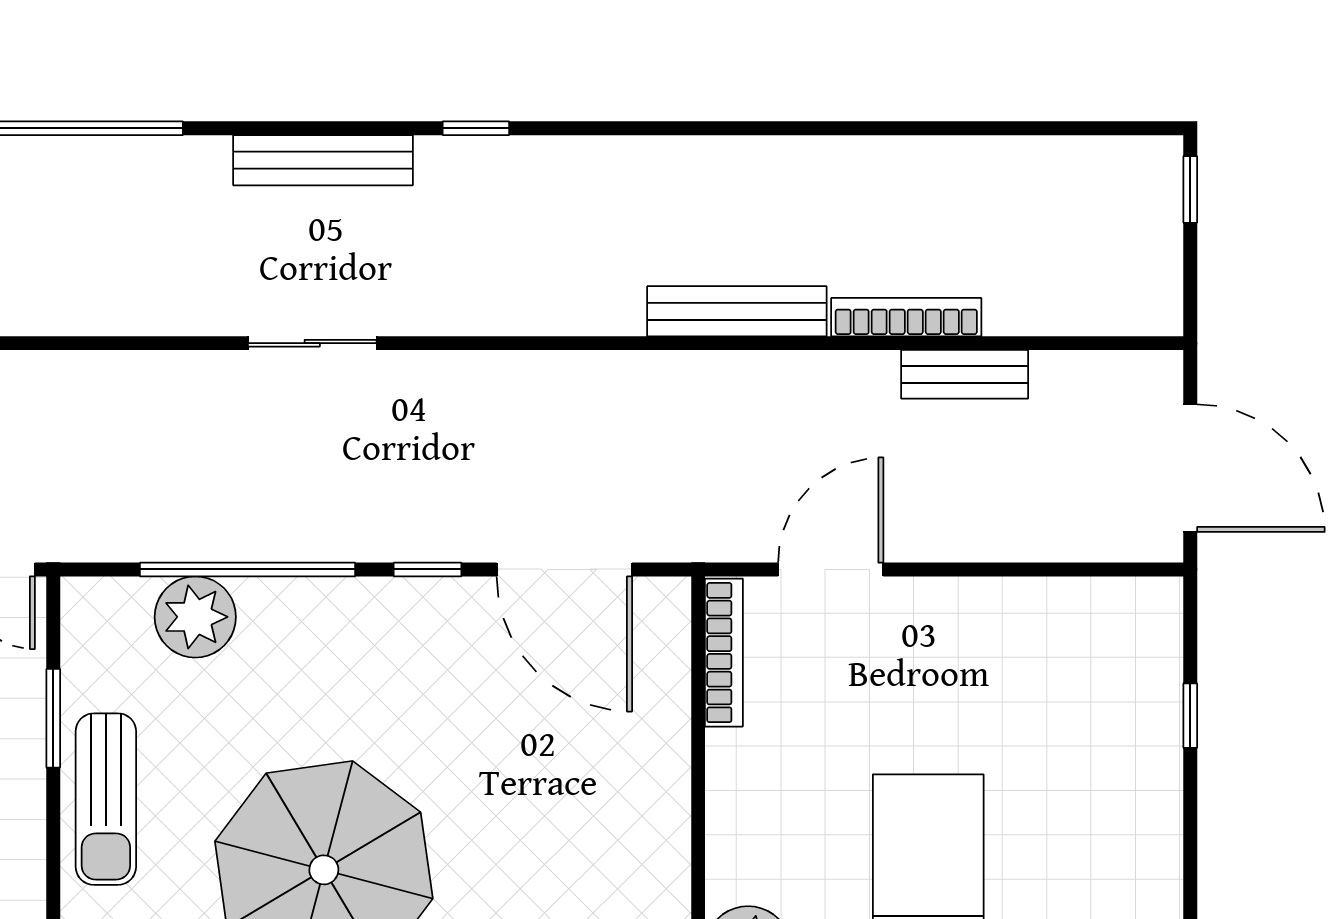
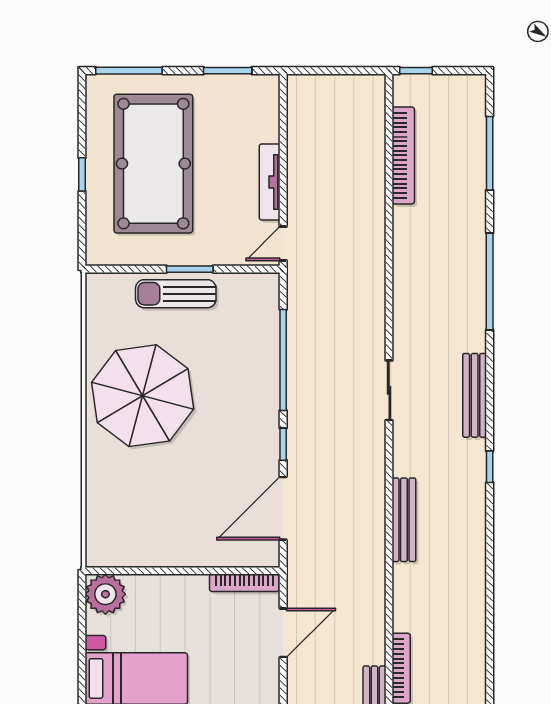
bench: (737, 311) -> (404, 520), moved
door: (831, 569) -> (283, 633), hinge flipped
plant: (195, 617) -> (261, 336), removed
window: (53, 718) -> (190, 269), moved

